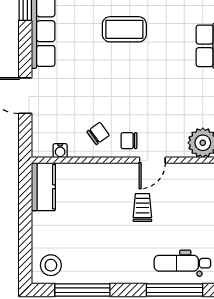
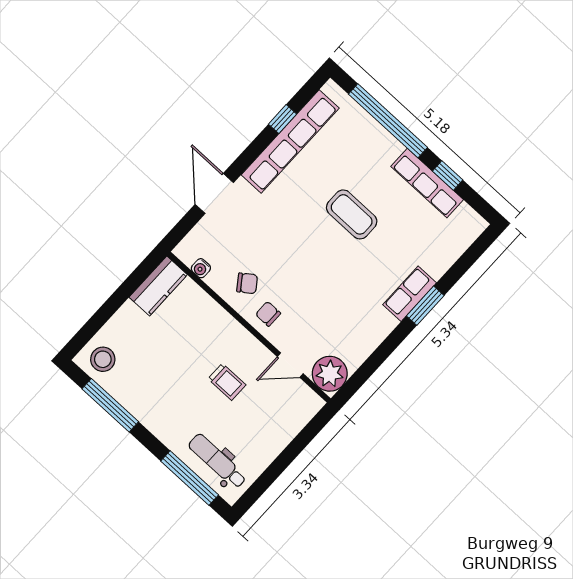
door: (152, 160) -> (290, 365), moved
trolley: (142, 208) -> (227, 382), turned 90

